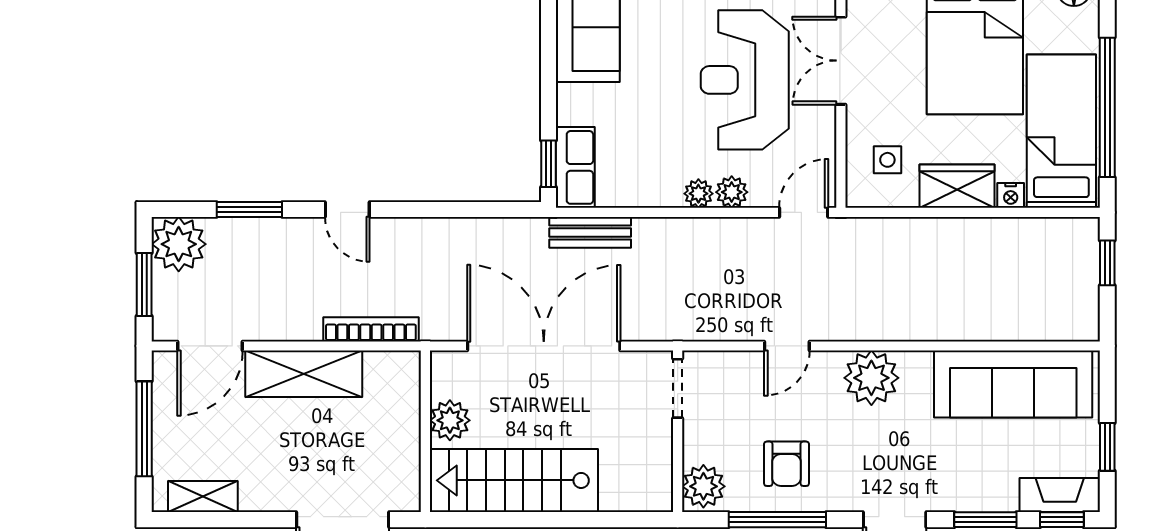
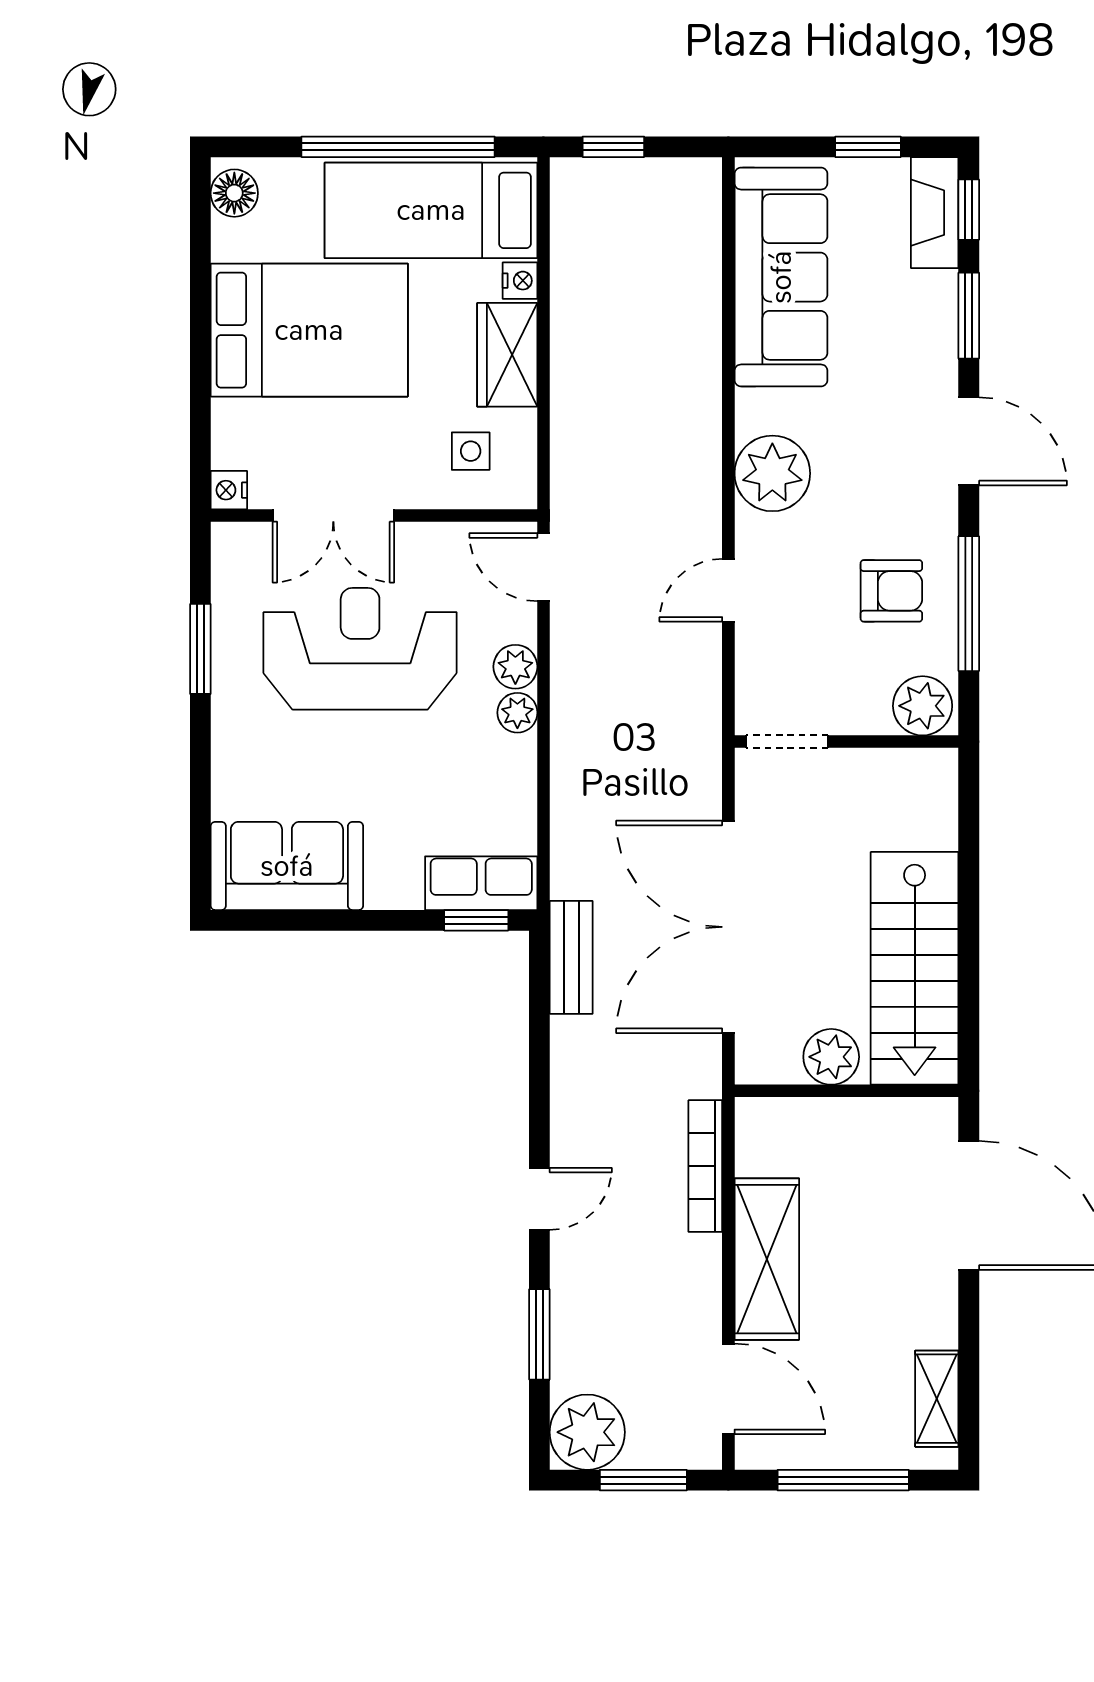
reception desk: (745, 80) -> (360, 649), turned 180
bench: (590, 232) -> (571, 957), moved
door: (787, 346) -> (728, 590), swing flipped

